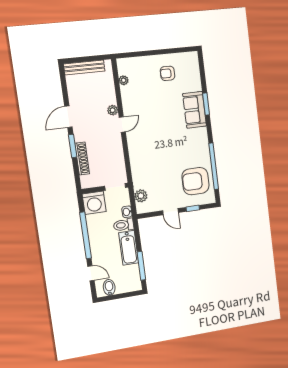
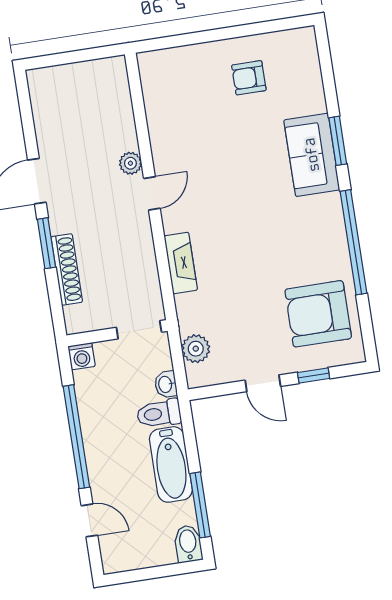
bench: (84, 67) -> (69, 75), removed
plant: (124, 80) -> (153, 98), removed
fireplace: (135, 157) -> (181, 263), added
window: (214, 166) -> (353, 242), moved
washing machine: (94, 203) -> (82, 356), width x0.53, depth x0.53
bidet: (109, 287) -> (188, 544), moved

